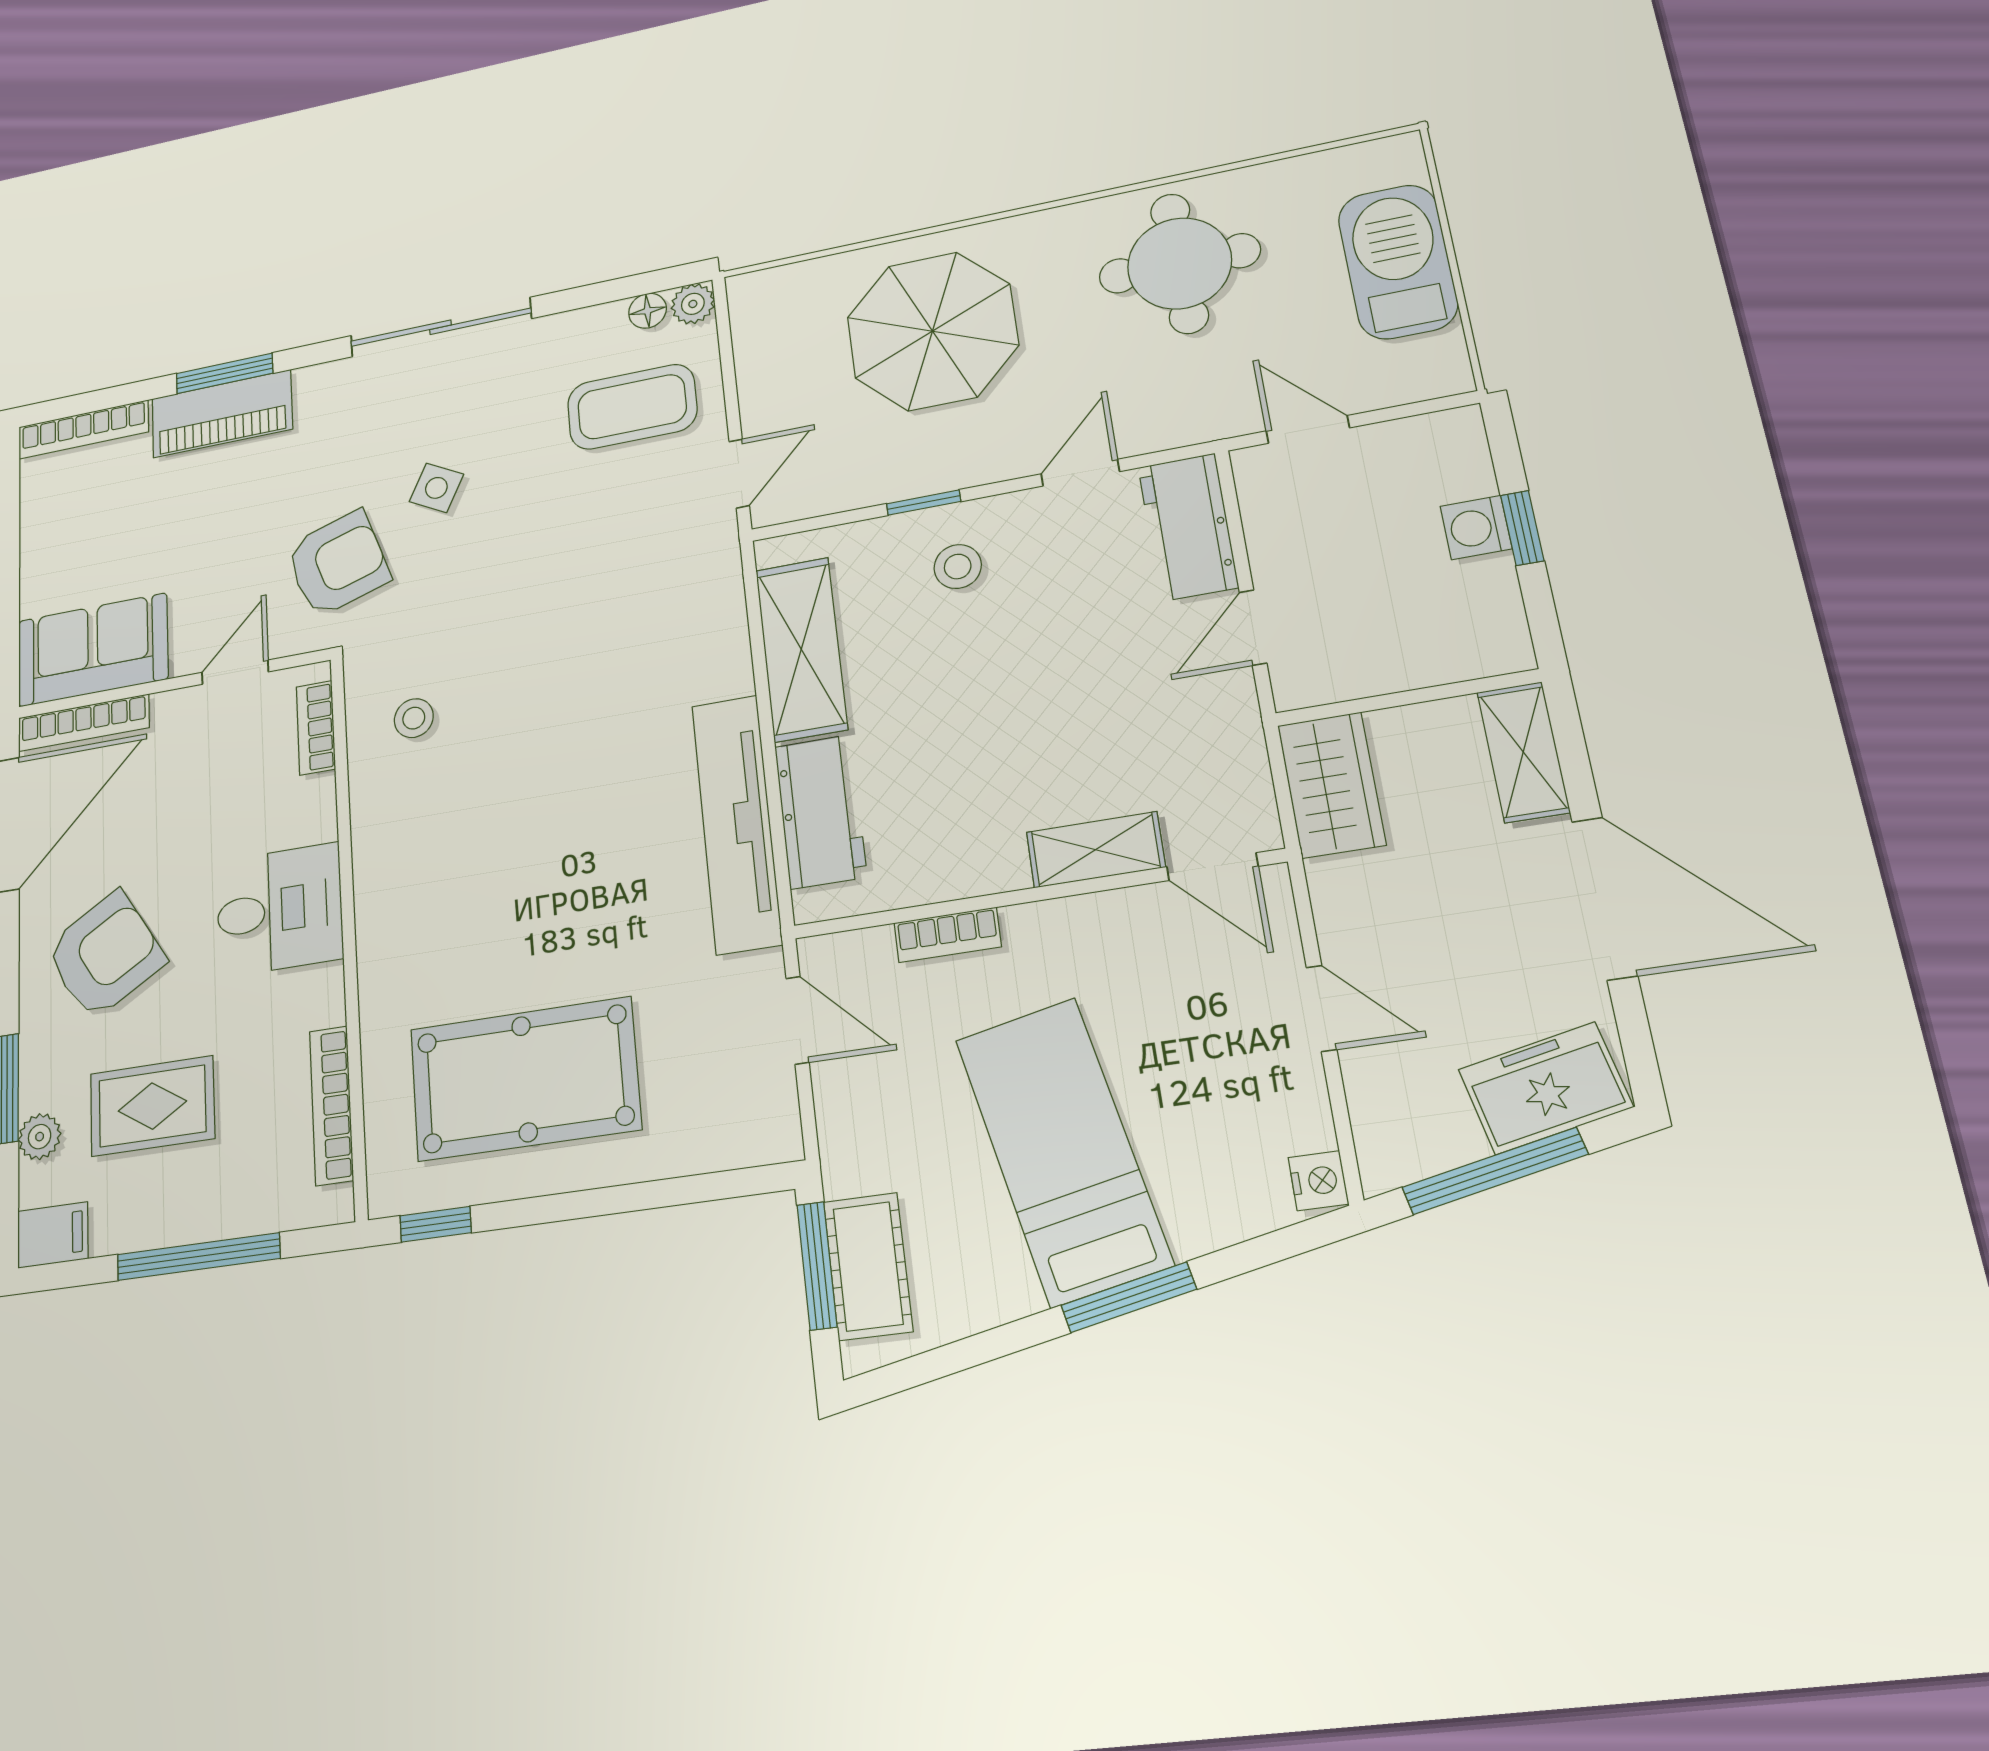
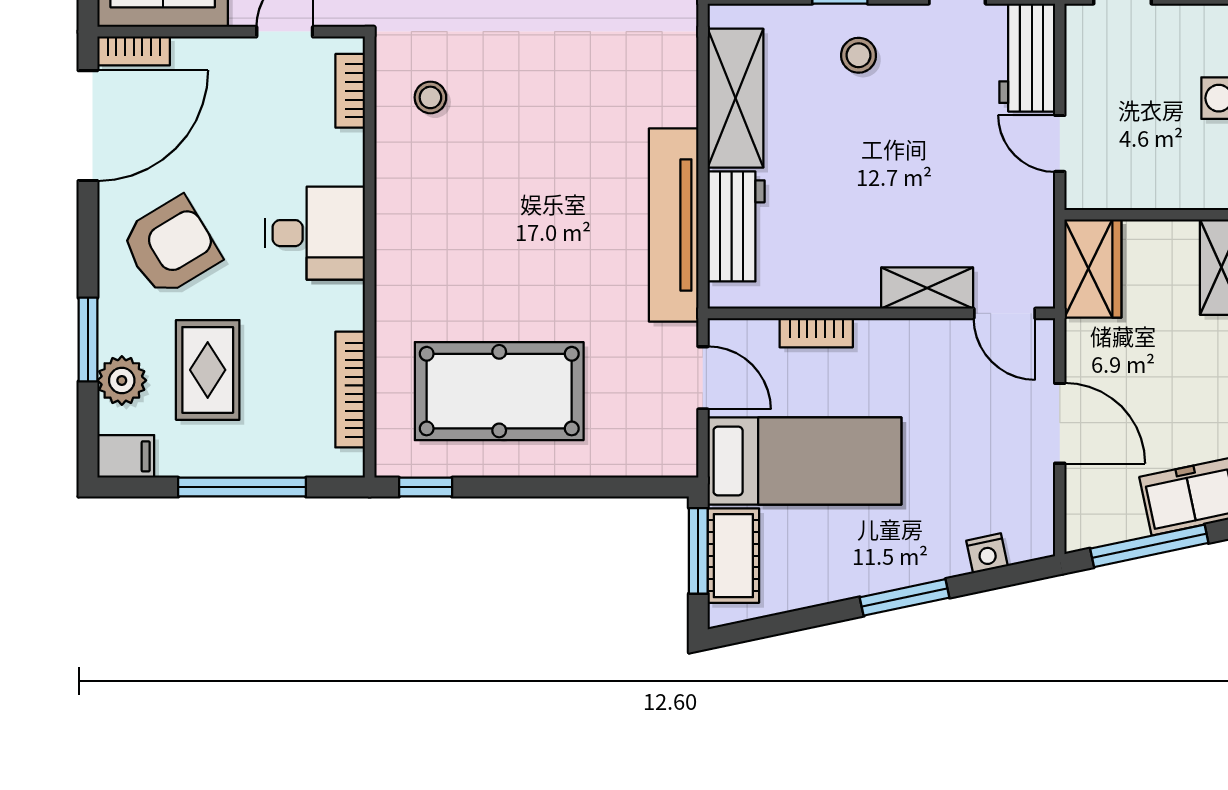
door: (1253, 628) -> (1060, 143), hinge flipped
bookcase: (84, 723) -> (134, 51), width x0.64
door: (1321, 1008) -> (1060, 423), width x1.37
rug: (152, 1106) -> (208, 370), turned 90
plant: (40, 1137) -> (122, 380), width x1.38, depth x1.38
bed: (1063, 1151) -> (805, 461), moved, turned 102
nightstand: (1318, 1181) -> (987, 553), moved, turned 78

